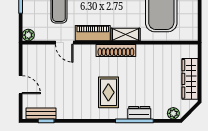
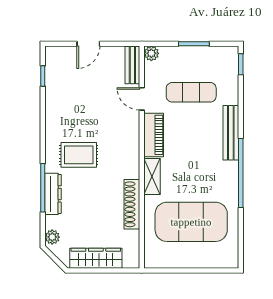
door: (64, 43) -> (142, 99), hinge flipped
shoe rack: (116, 50) -> (132, 204), moved
bench: (41, 113) -> (132, 65), moved
dresser: (139, 113) -> (53, 194), width x1.44

